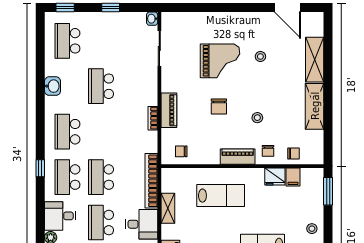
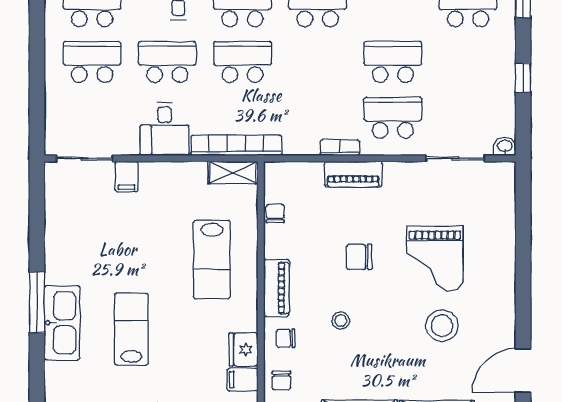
stool: (260, 57) -> (442, 326), width x1.89, depth x1.89
school desk: (135, 86) -> (393, 118), added
chair: (181, 151) -> (275, 214), moved
shelving: (168, 208) -> (233, 173), moved

